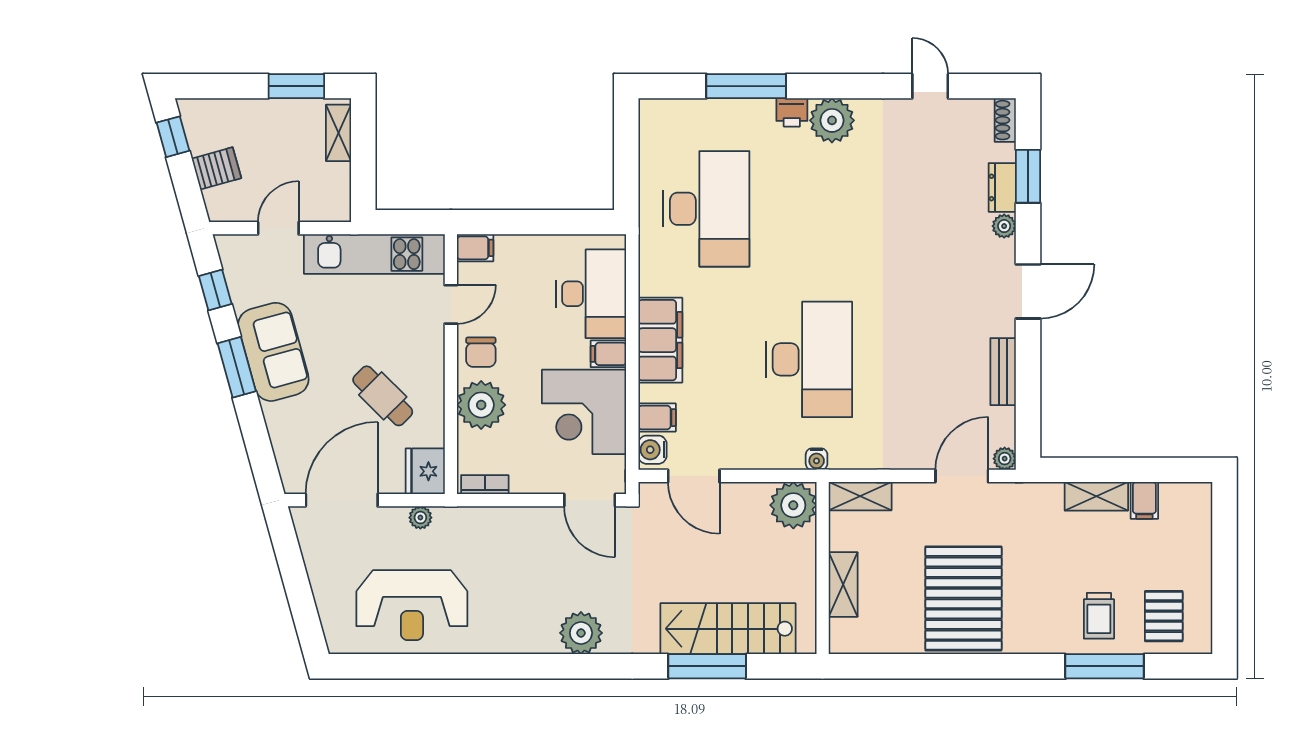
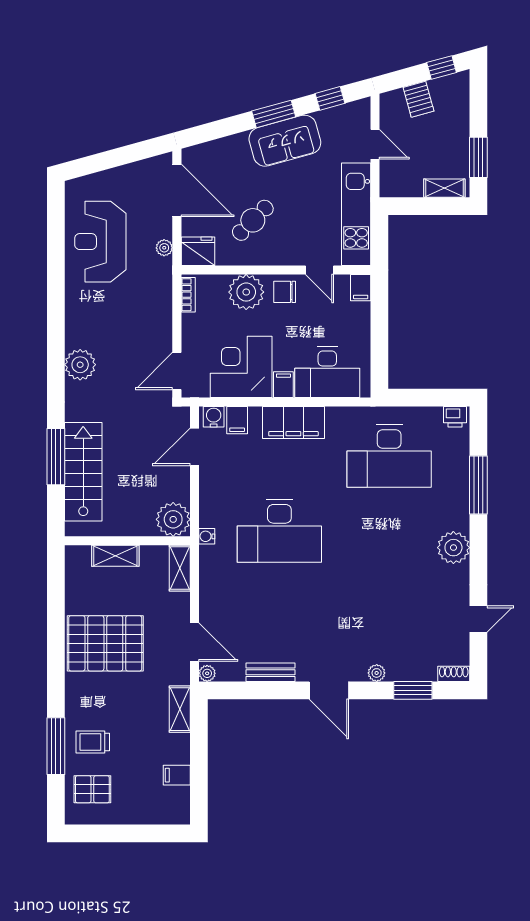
printer: (792, 112) -> (455, 417), moved, turned -90
dresser: (1002, 187) -> (405, 672), removed
shelving: (1096, 496) -> (180, 709), moved

